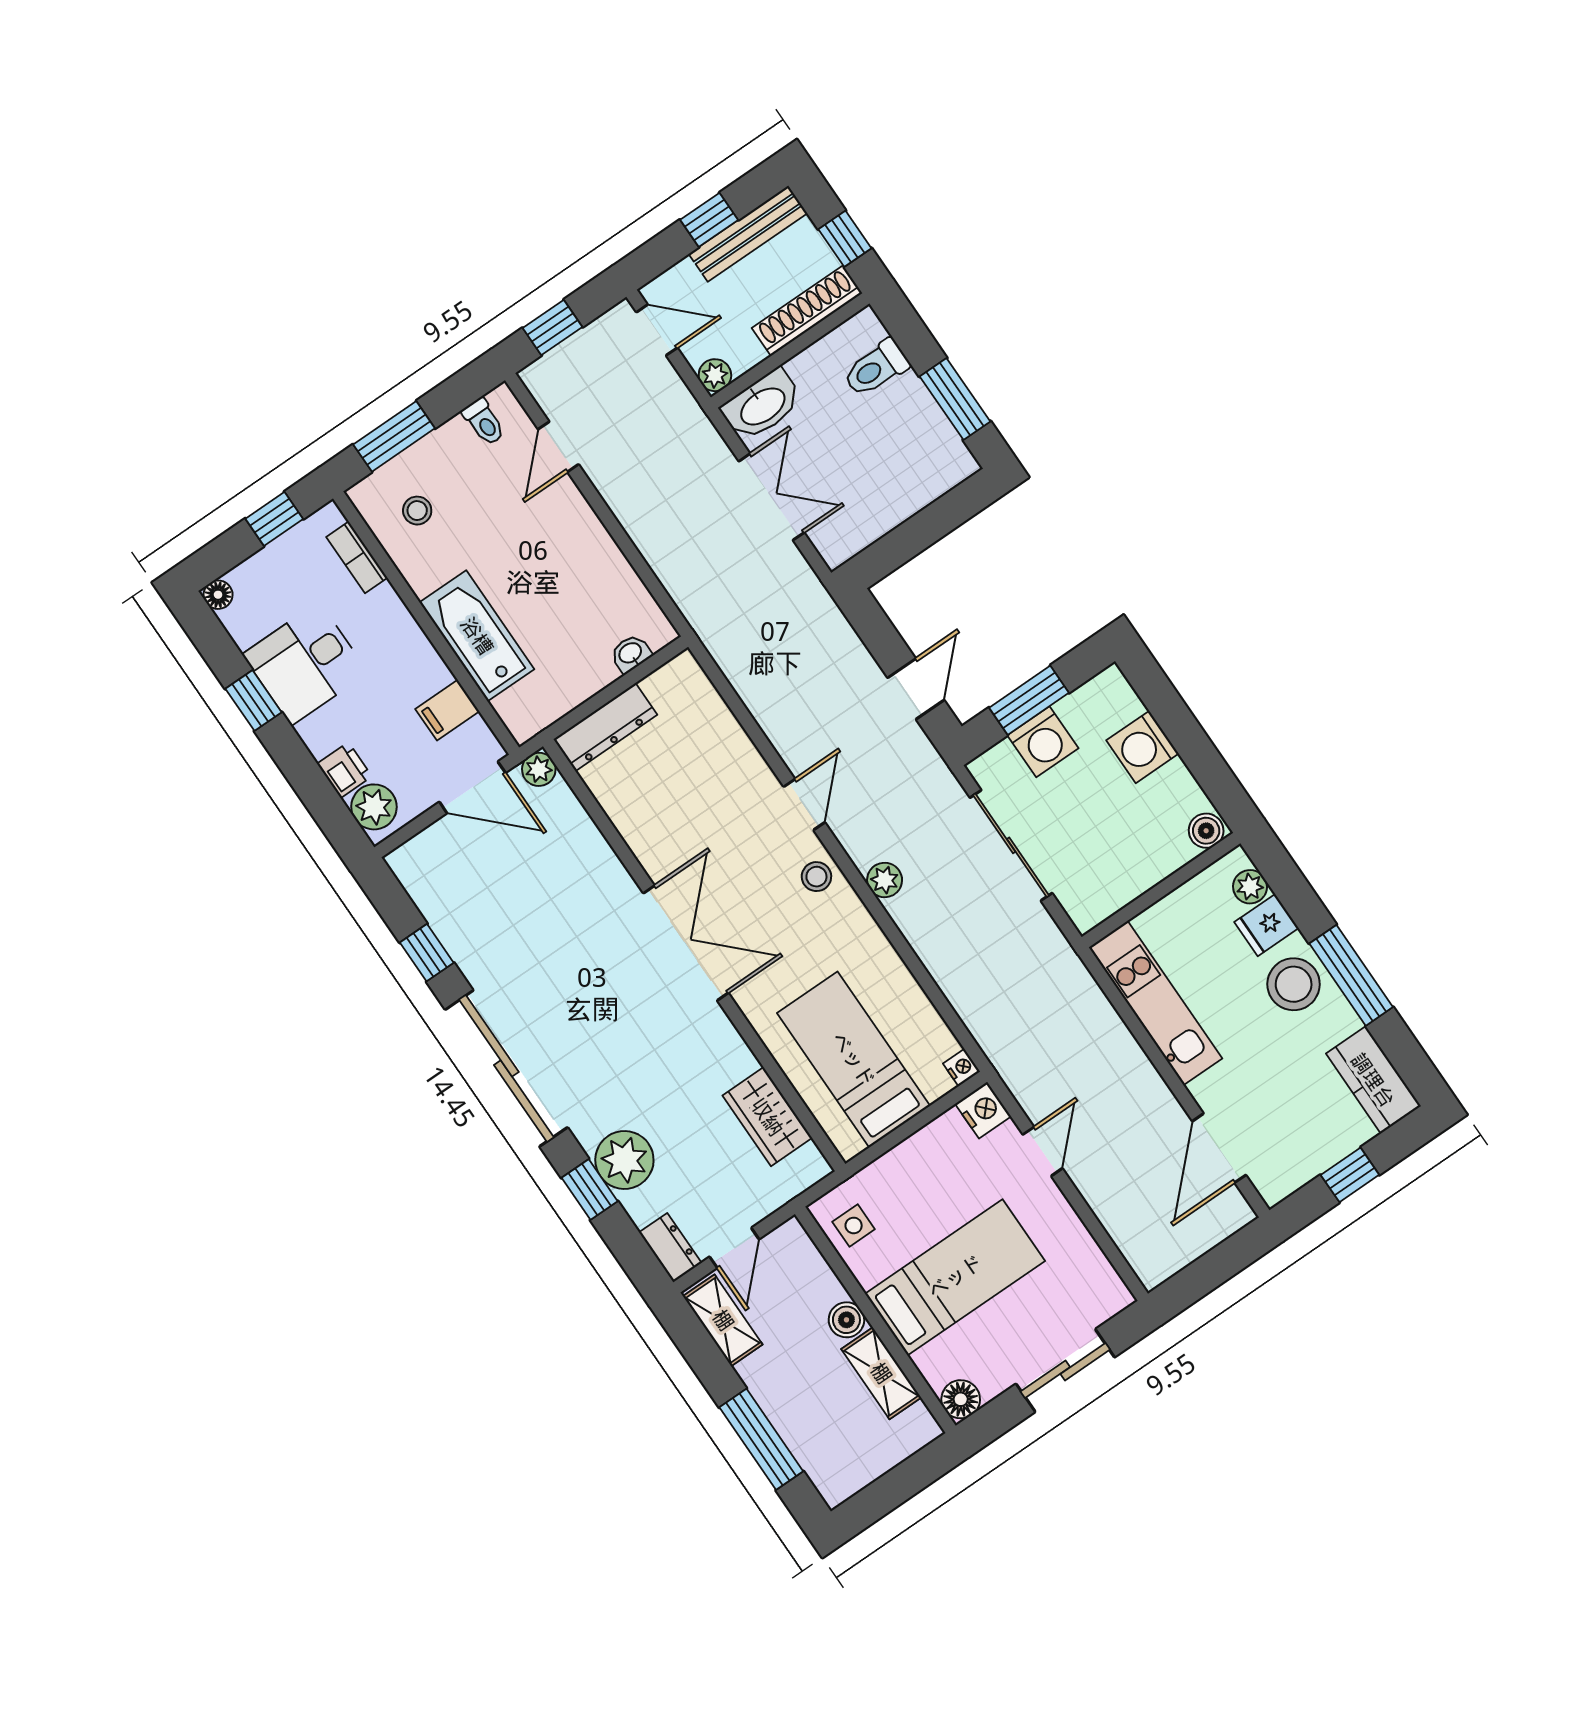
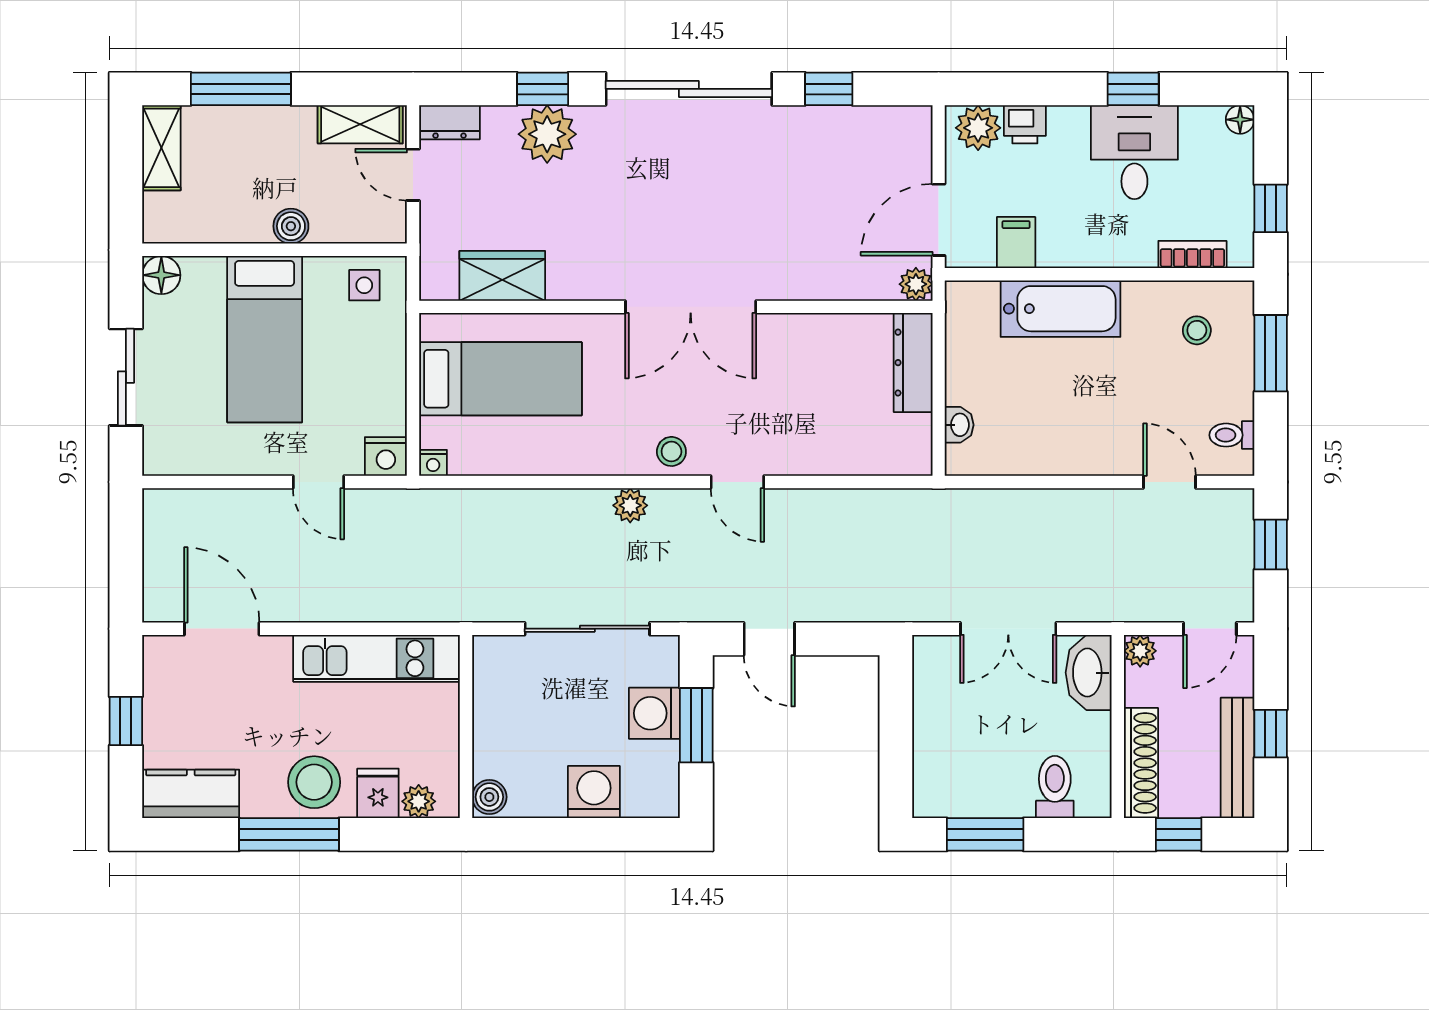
shelving: (881, 1373) -> (161, 148), moved, turned 90

